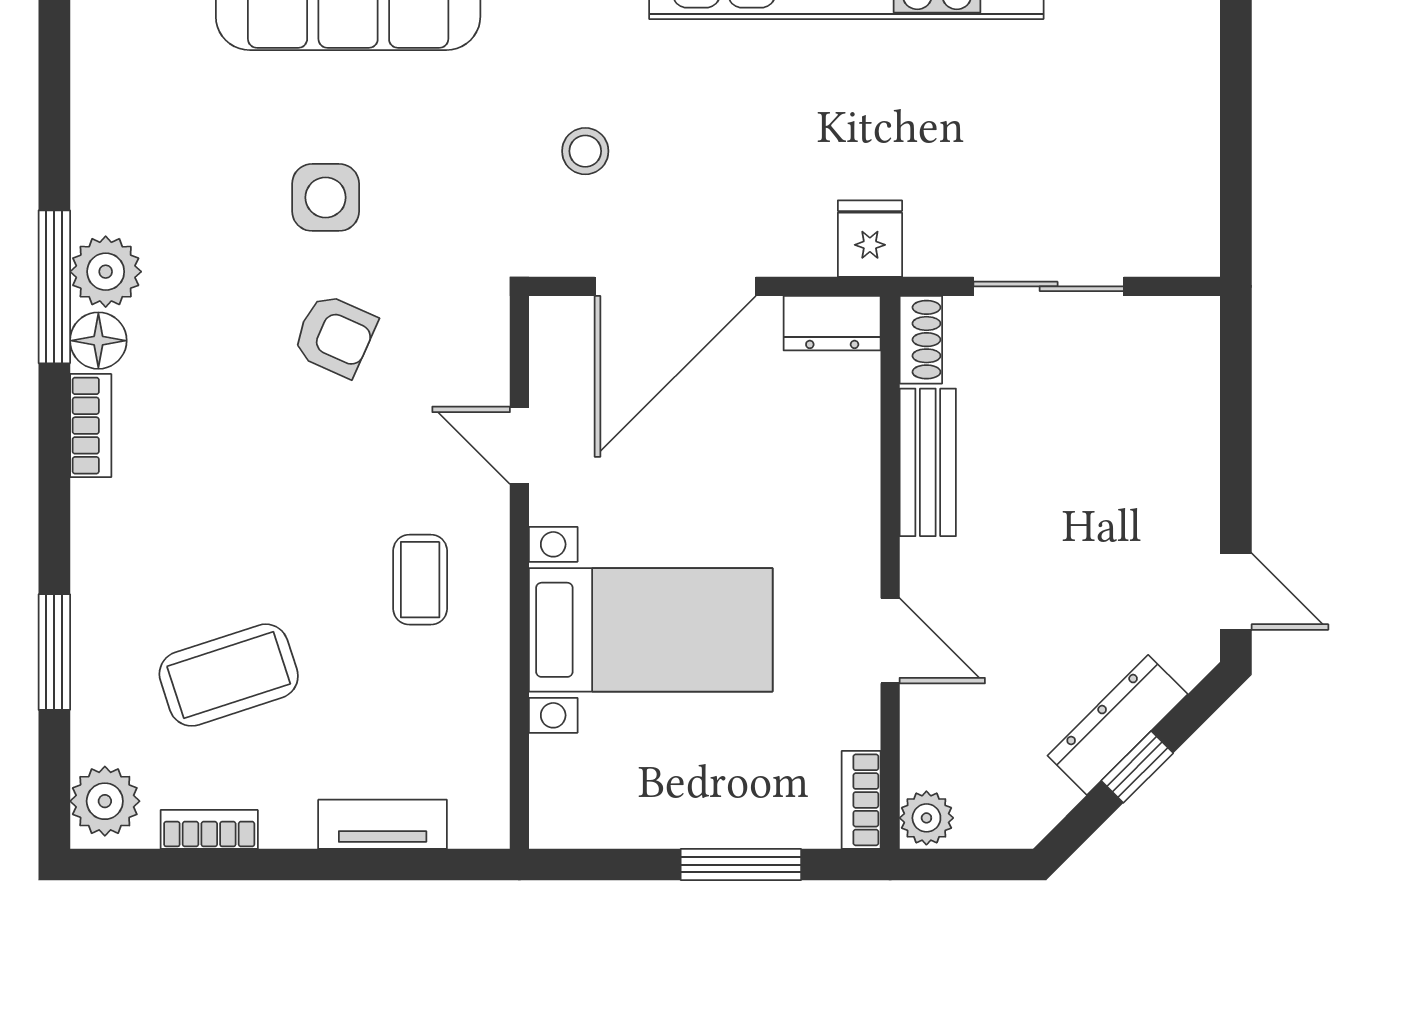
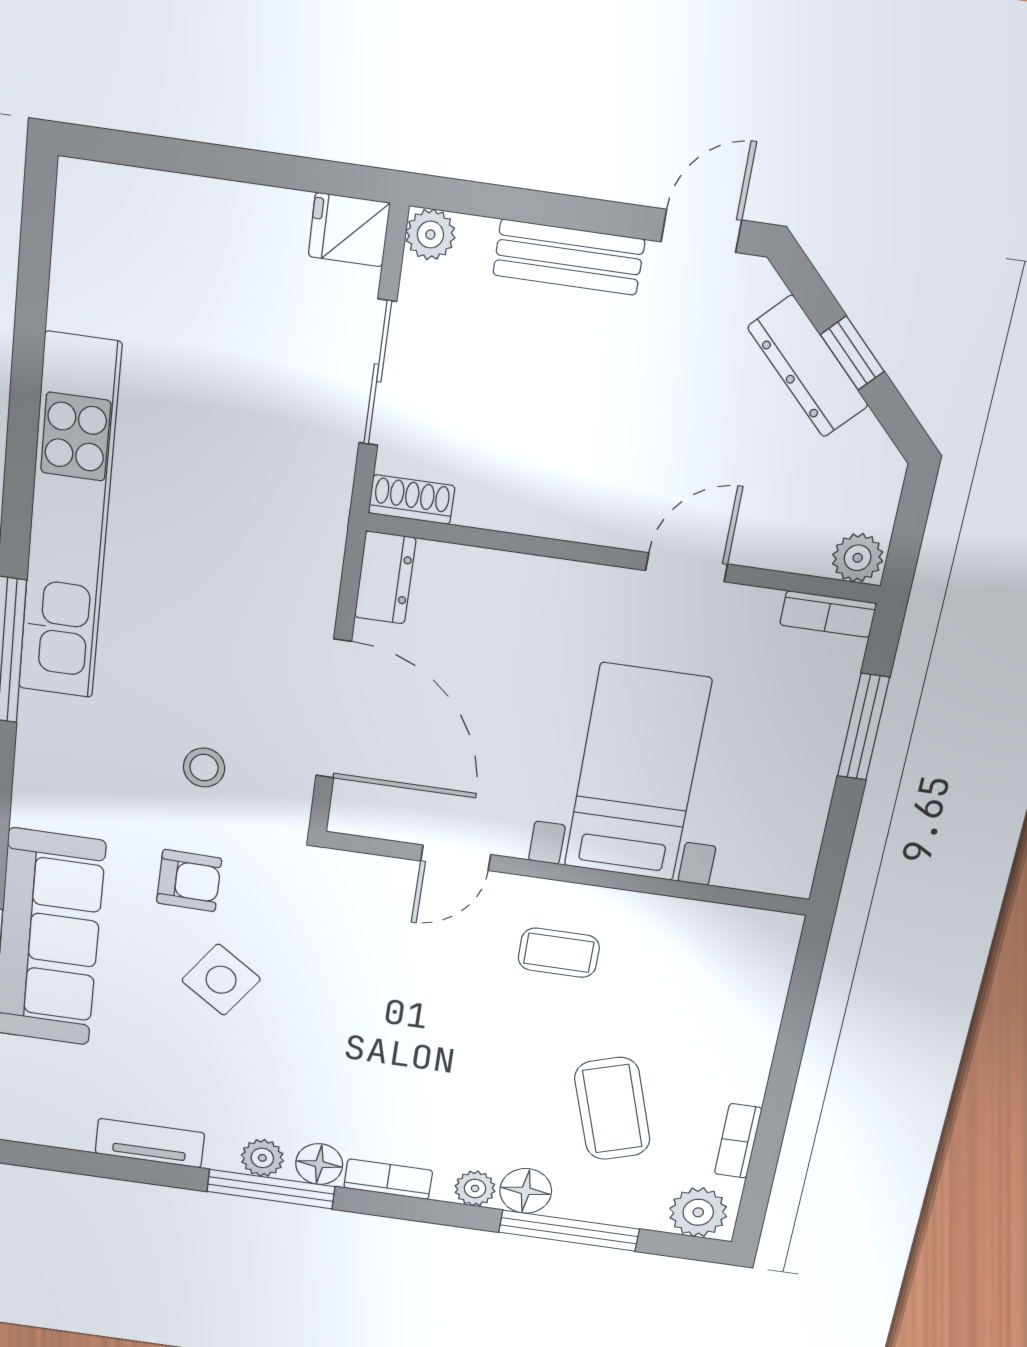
side table: (326, 197) -> (221, 980), turned 35
fridge: (870, 239) -> (349, 230), moved
plant: (106, 272) -> (262, 1158), width x0.73, depth x0.73
plant: (1195, 321) -> (430, 234), added
armchair: (335, 335) -> (189, 881), moved, turned 67
bench: (928, 462) -> (569, 257), moved
plant: (95, 531) -> (475, 1188), added
floor lamp: (101, 592) -> (526, 1191), added
window: (54, 652) -> (569, 1231), width x1.44
tv unit: (383, 824) -> (150, 1143), moved, turned 90

